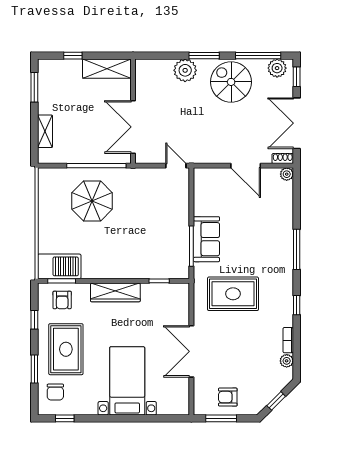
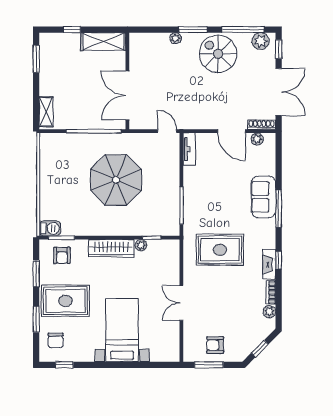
plant: (185, 70) -> (176, 38), width x0.53, depth x0.53
double door: (297, 123) -> (279, 92), swing flipped
shelving: (45, 131) -> (46, 112), moved
shoe rack: (283, 159) -> (262, 125), width x1.43
plant: (287, 174) -> (257, 139), moved
tv unit: (200, 185) -> (189, 149), added
parasol: (92, 201) -> (116, 180), moved, width x1.36, depth x1.36
sofa: (206, 239) -> (263, 197), moved, turned 180
barbecue: (59, 266) -> (50, 228), width x0.53, depth x0.65
plant: (148, 289) -> (141, 245), added
fireplace: (286, 310) -> (269, 265), added
window: (34, 320) -> (36, 274), width x1.50
rug: (66, 349) -> (65, 301), turned 90
double door: (191, 351) -> (181, 303), width x0.73

